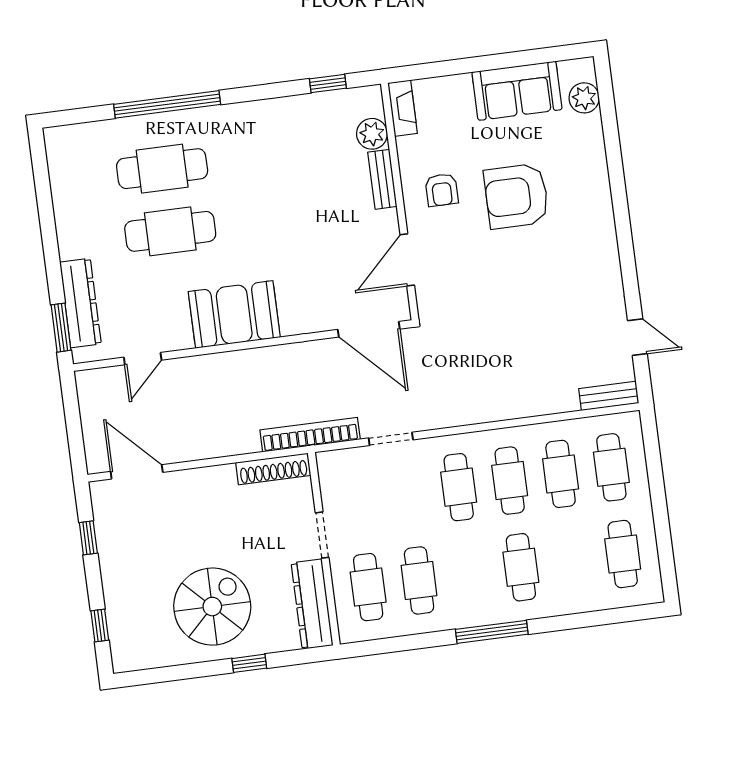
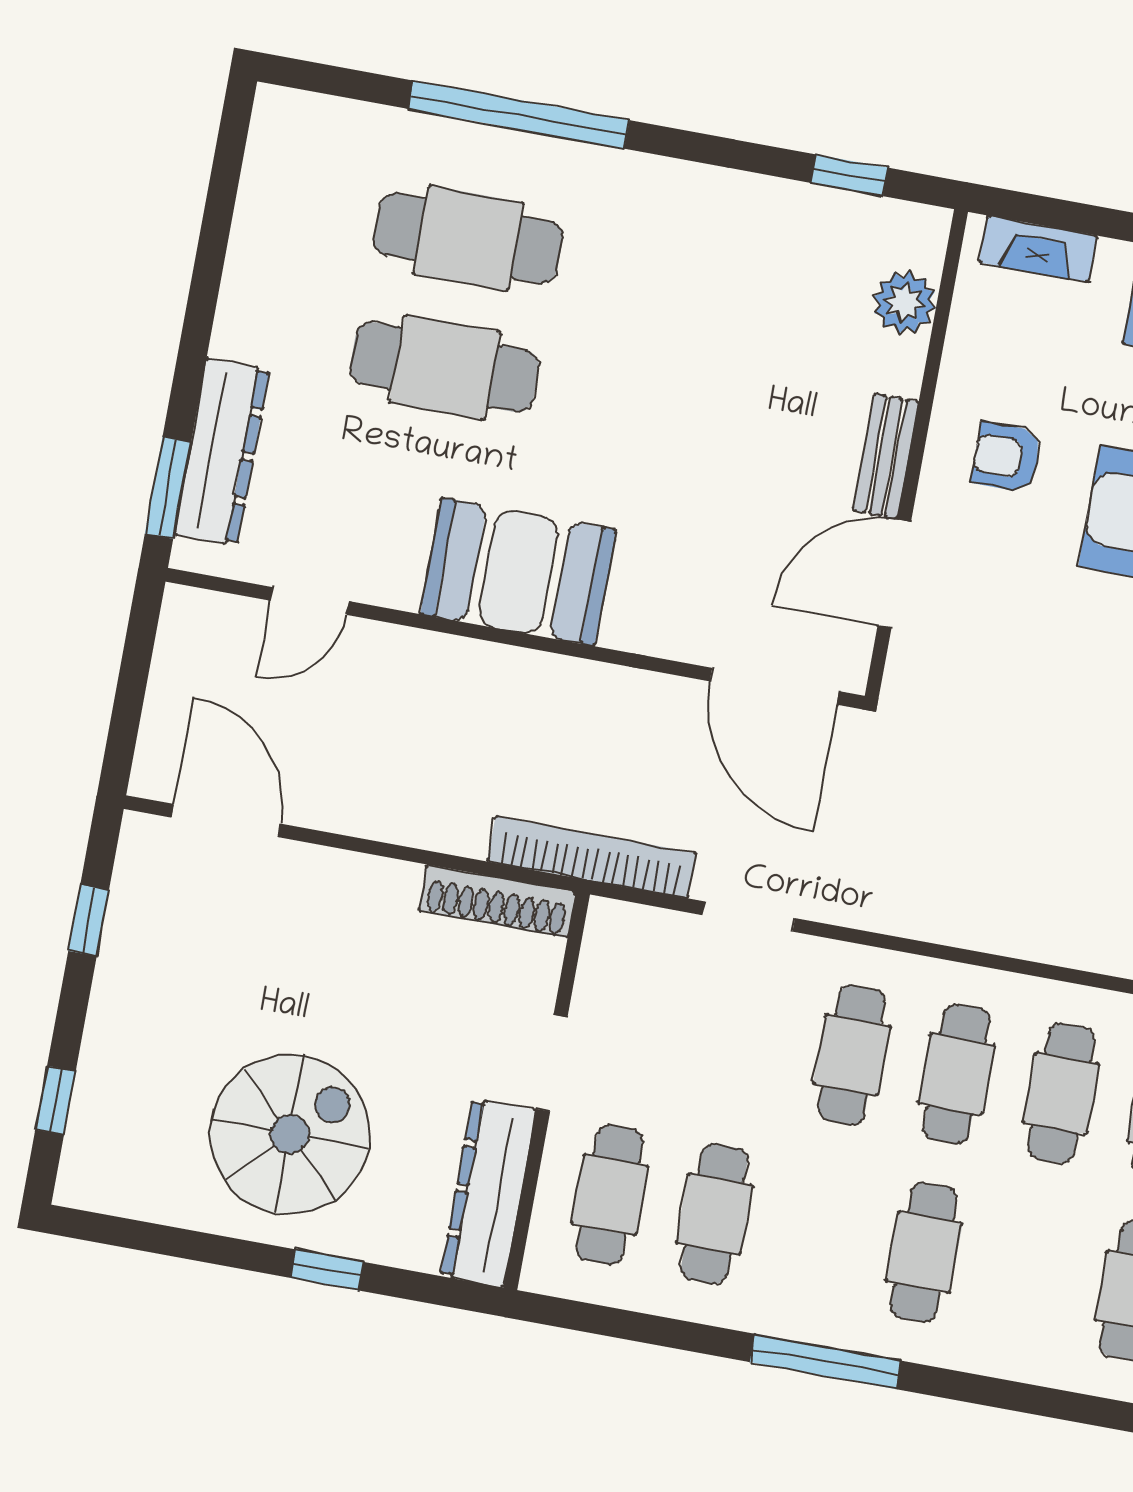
fireplace: (403, 108) -> (1038, 249), moved, turned 90
bench: (382, 179) -> (886, 456), moved
armchair: (442, 190) -> (1007, 457), turned 90

